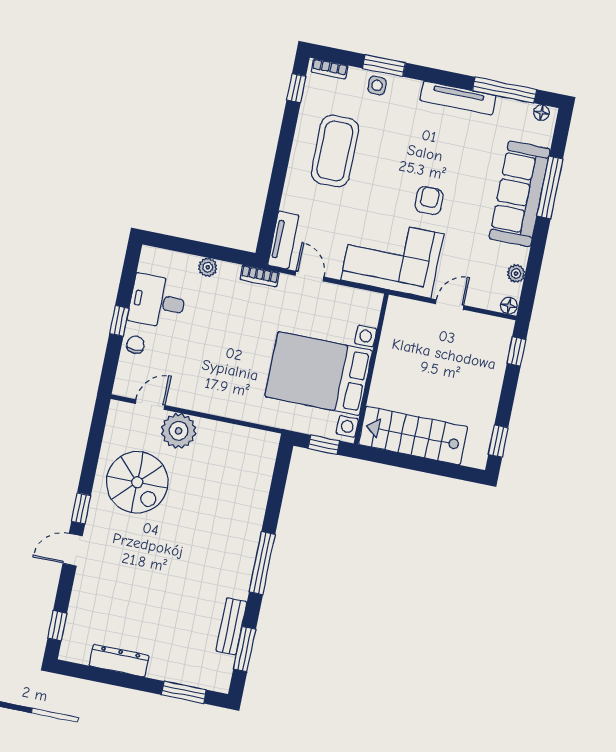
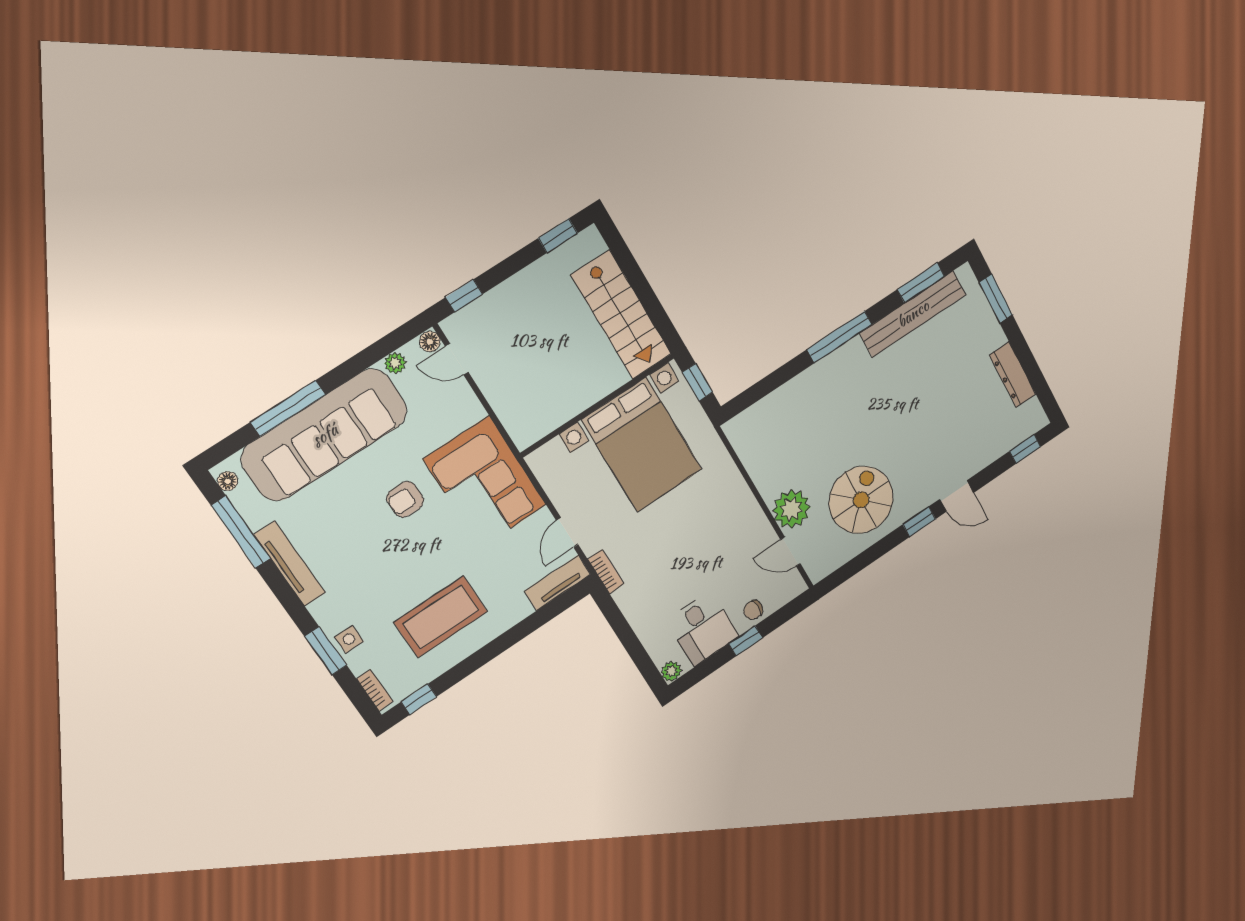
sofa: (520, 194) -> (325, 435), width x1.36, depth x1.27
plant: (208, 267) -> (671, 671), moved
door: (450, 305) -> (457, 359), moved
bench: (231, 626) -> (913, 314), width x1.86, depth x1.21

